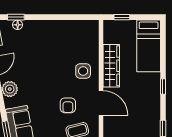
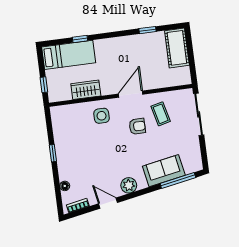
window: (16, 17) -> (53, 153), moved
wardrobe: (111, 66) -> (86, 90), width x0.67
window: (163, 86) -> (80, 39), moved

